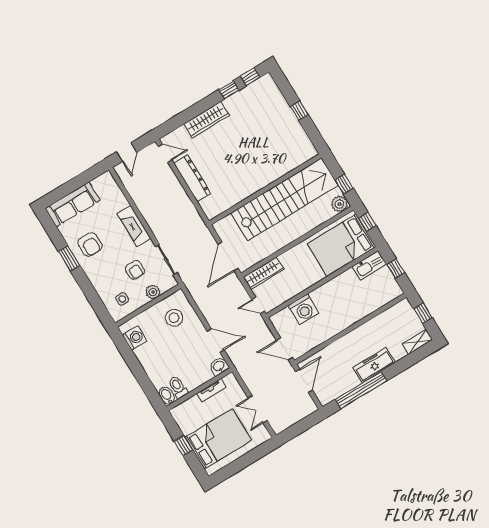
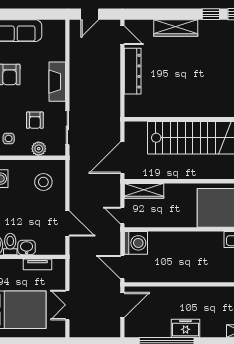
washing machine: (304, 309) -> (136, 243), moved, turned -90
freezer: (374, 365) -> (186, 328), width x0.71
washbasin: (219, 366) -> (27, 247), moved

